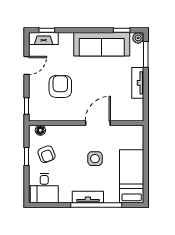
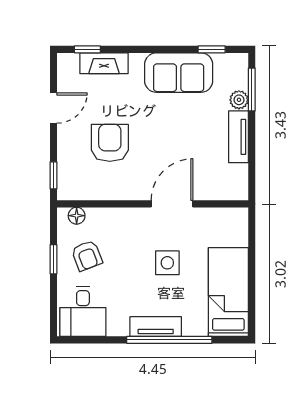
plant: (138, 38) -> (239, 100), moved
fireplace: (44, 39) -> (104, 63), moved
sofa: (102, 44) -> (179, 73), width x0.73

